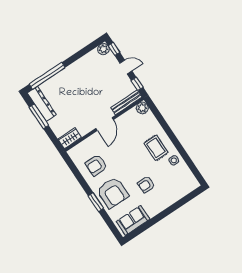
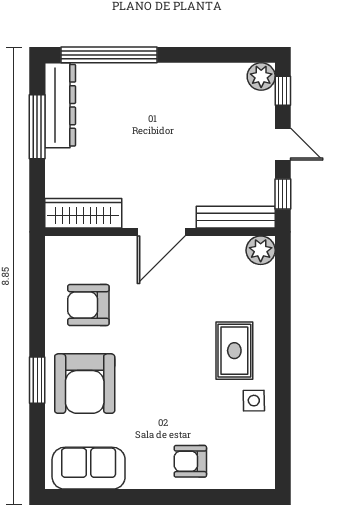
wardrobe: (70, 138) -> (83, 213), width x1.50
armchair: (146, 185) -> (190, 461), moved

